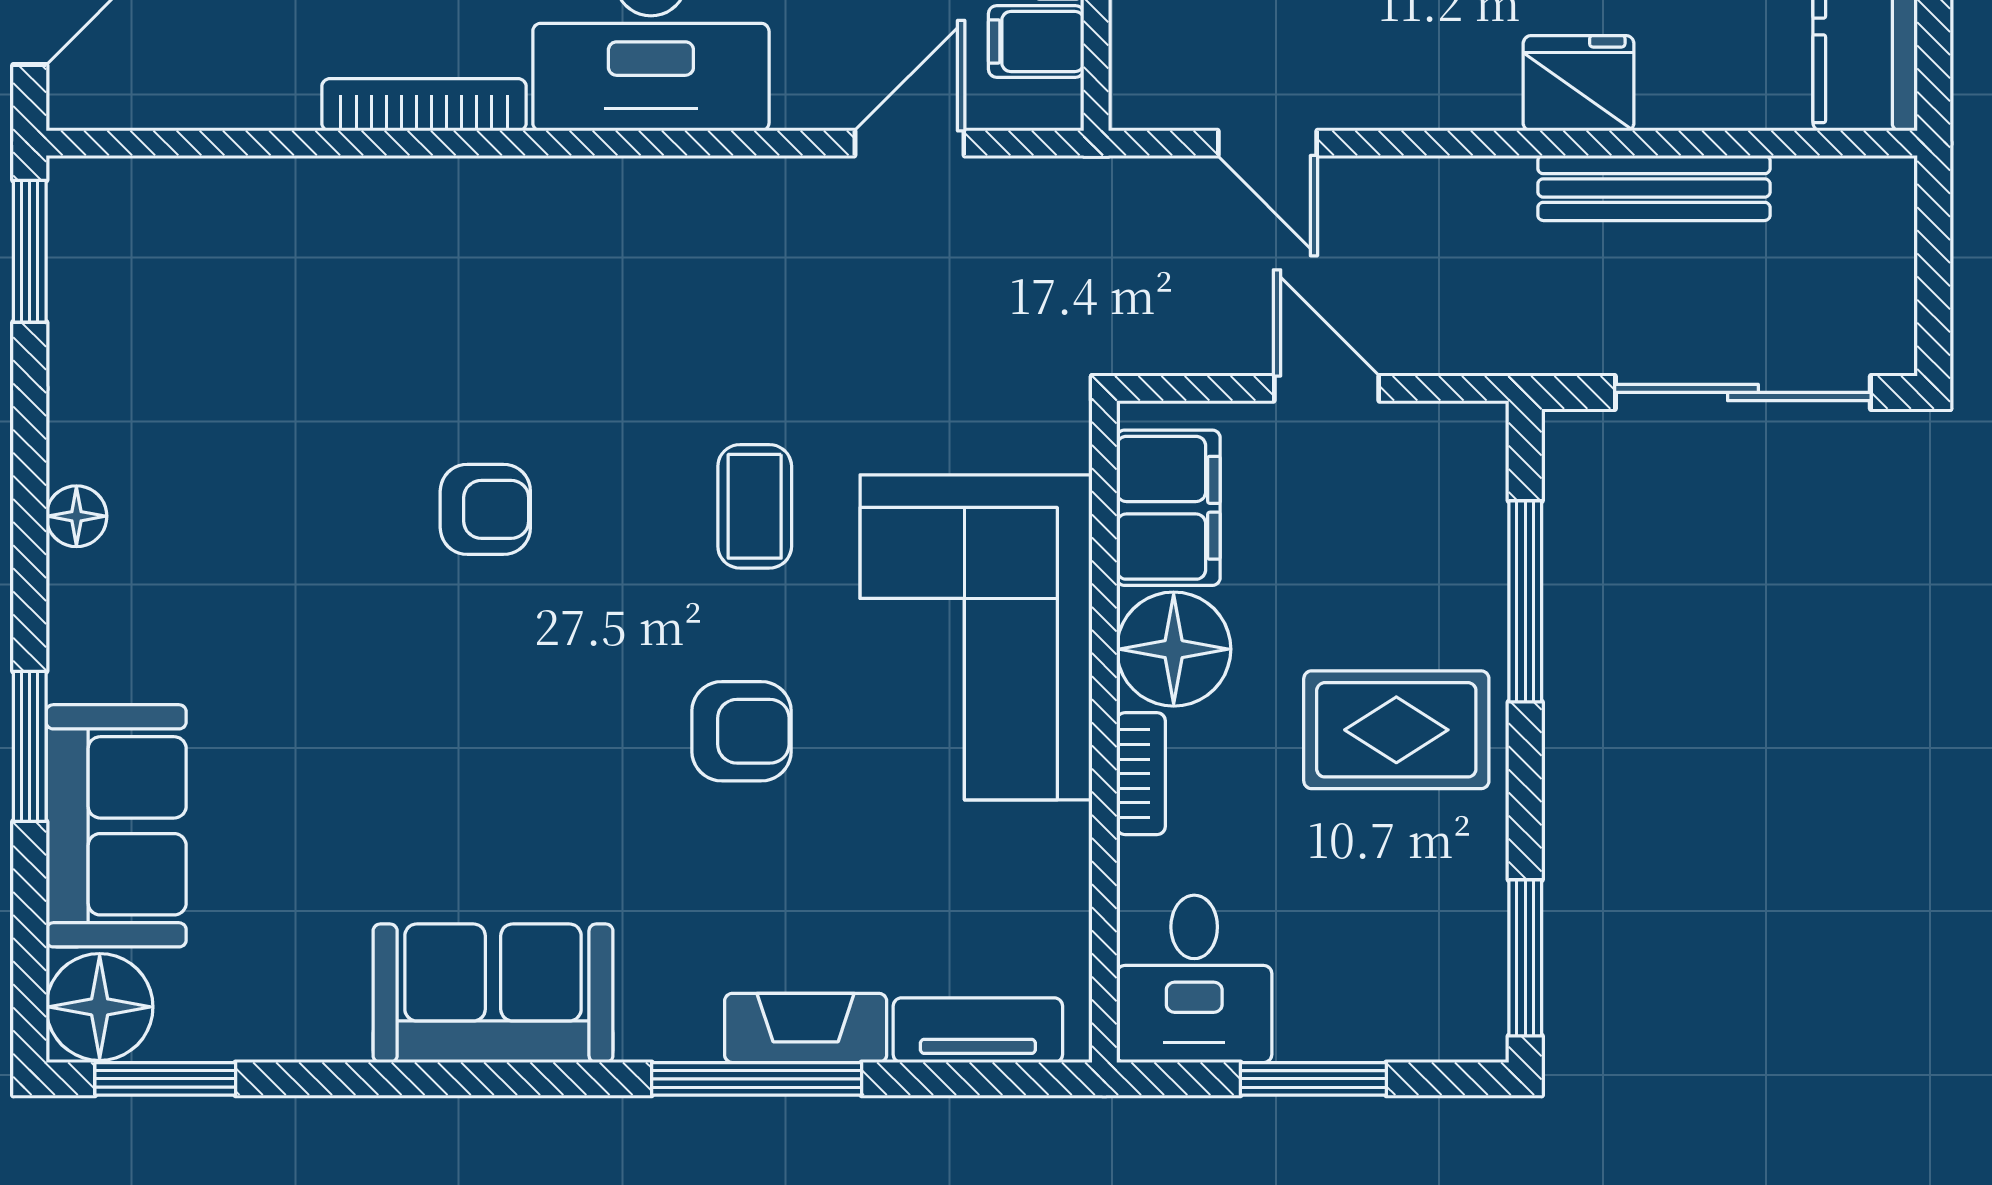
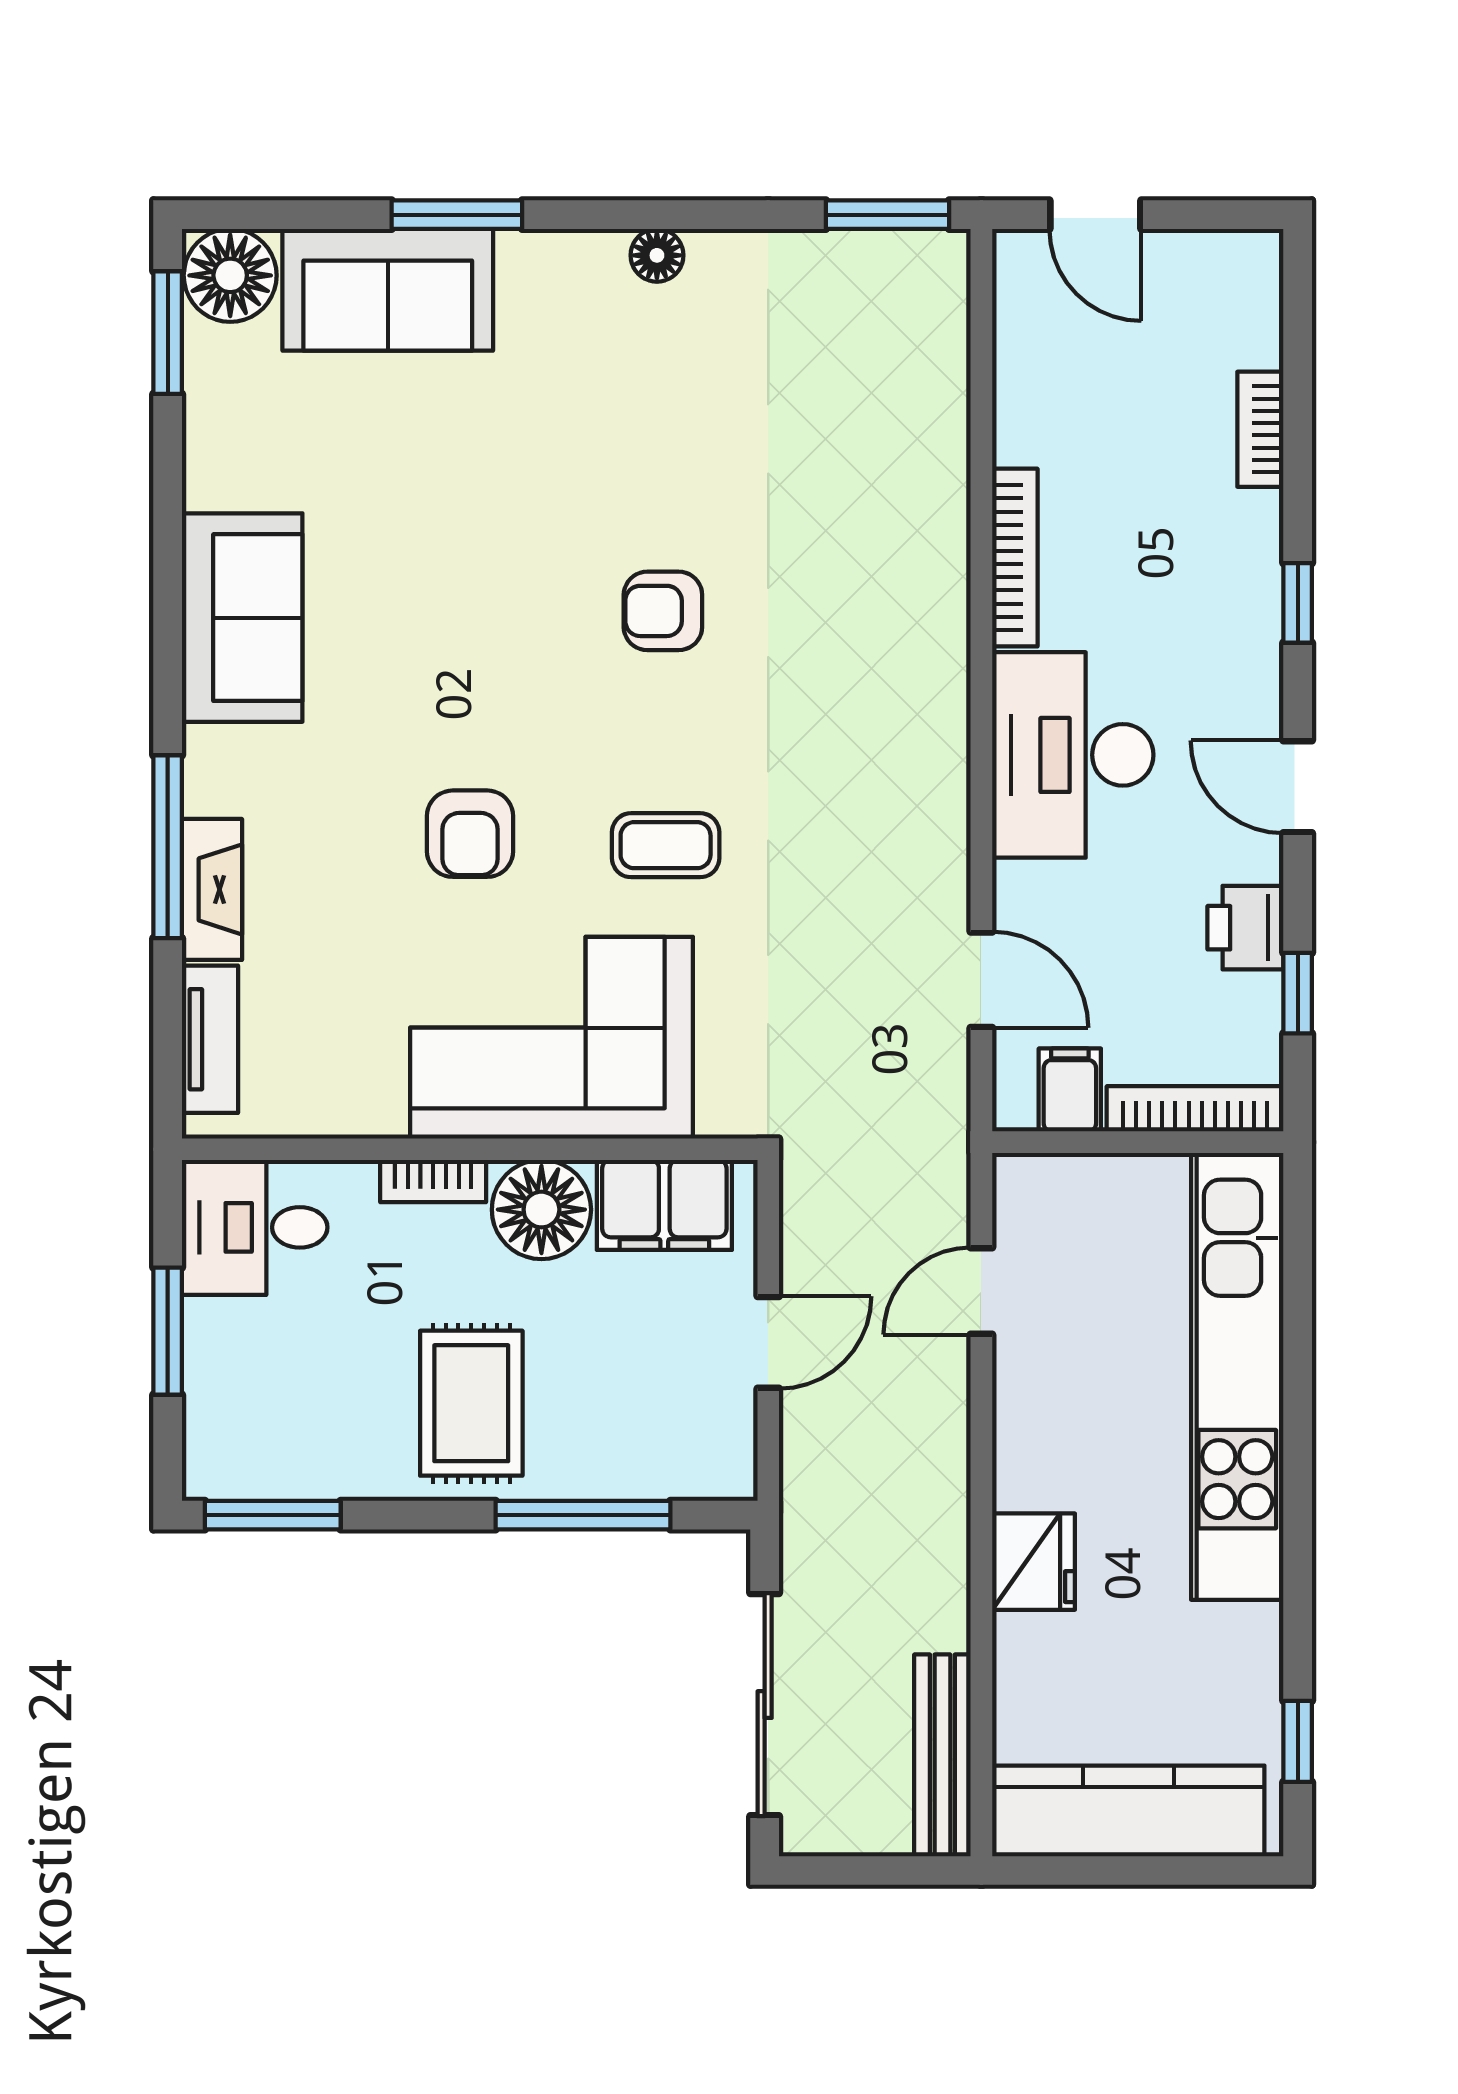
bench: (1654, 188) -> (942, 1755), moved
armchair: (485, 509) -> (663, 611), turned 90

